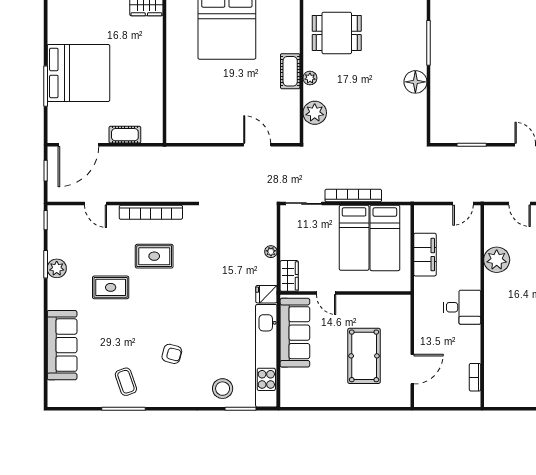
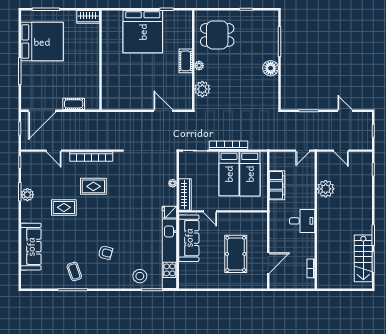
bed: (78, 73) -> (42, 42), moved
wardrobe: (289, 276) -> (185, 194), width x1.50

